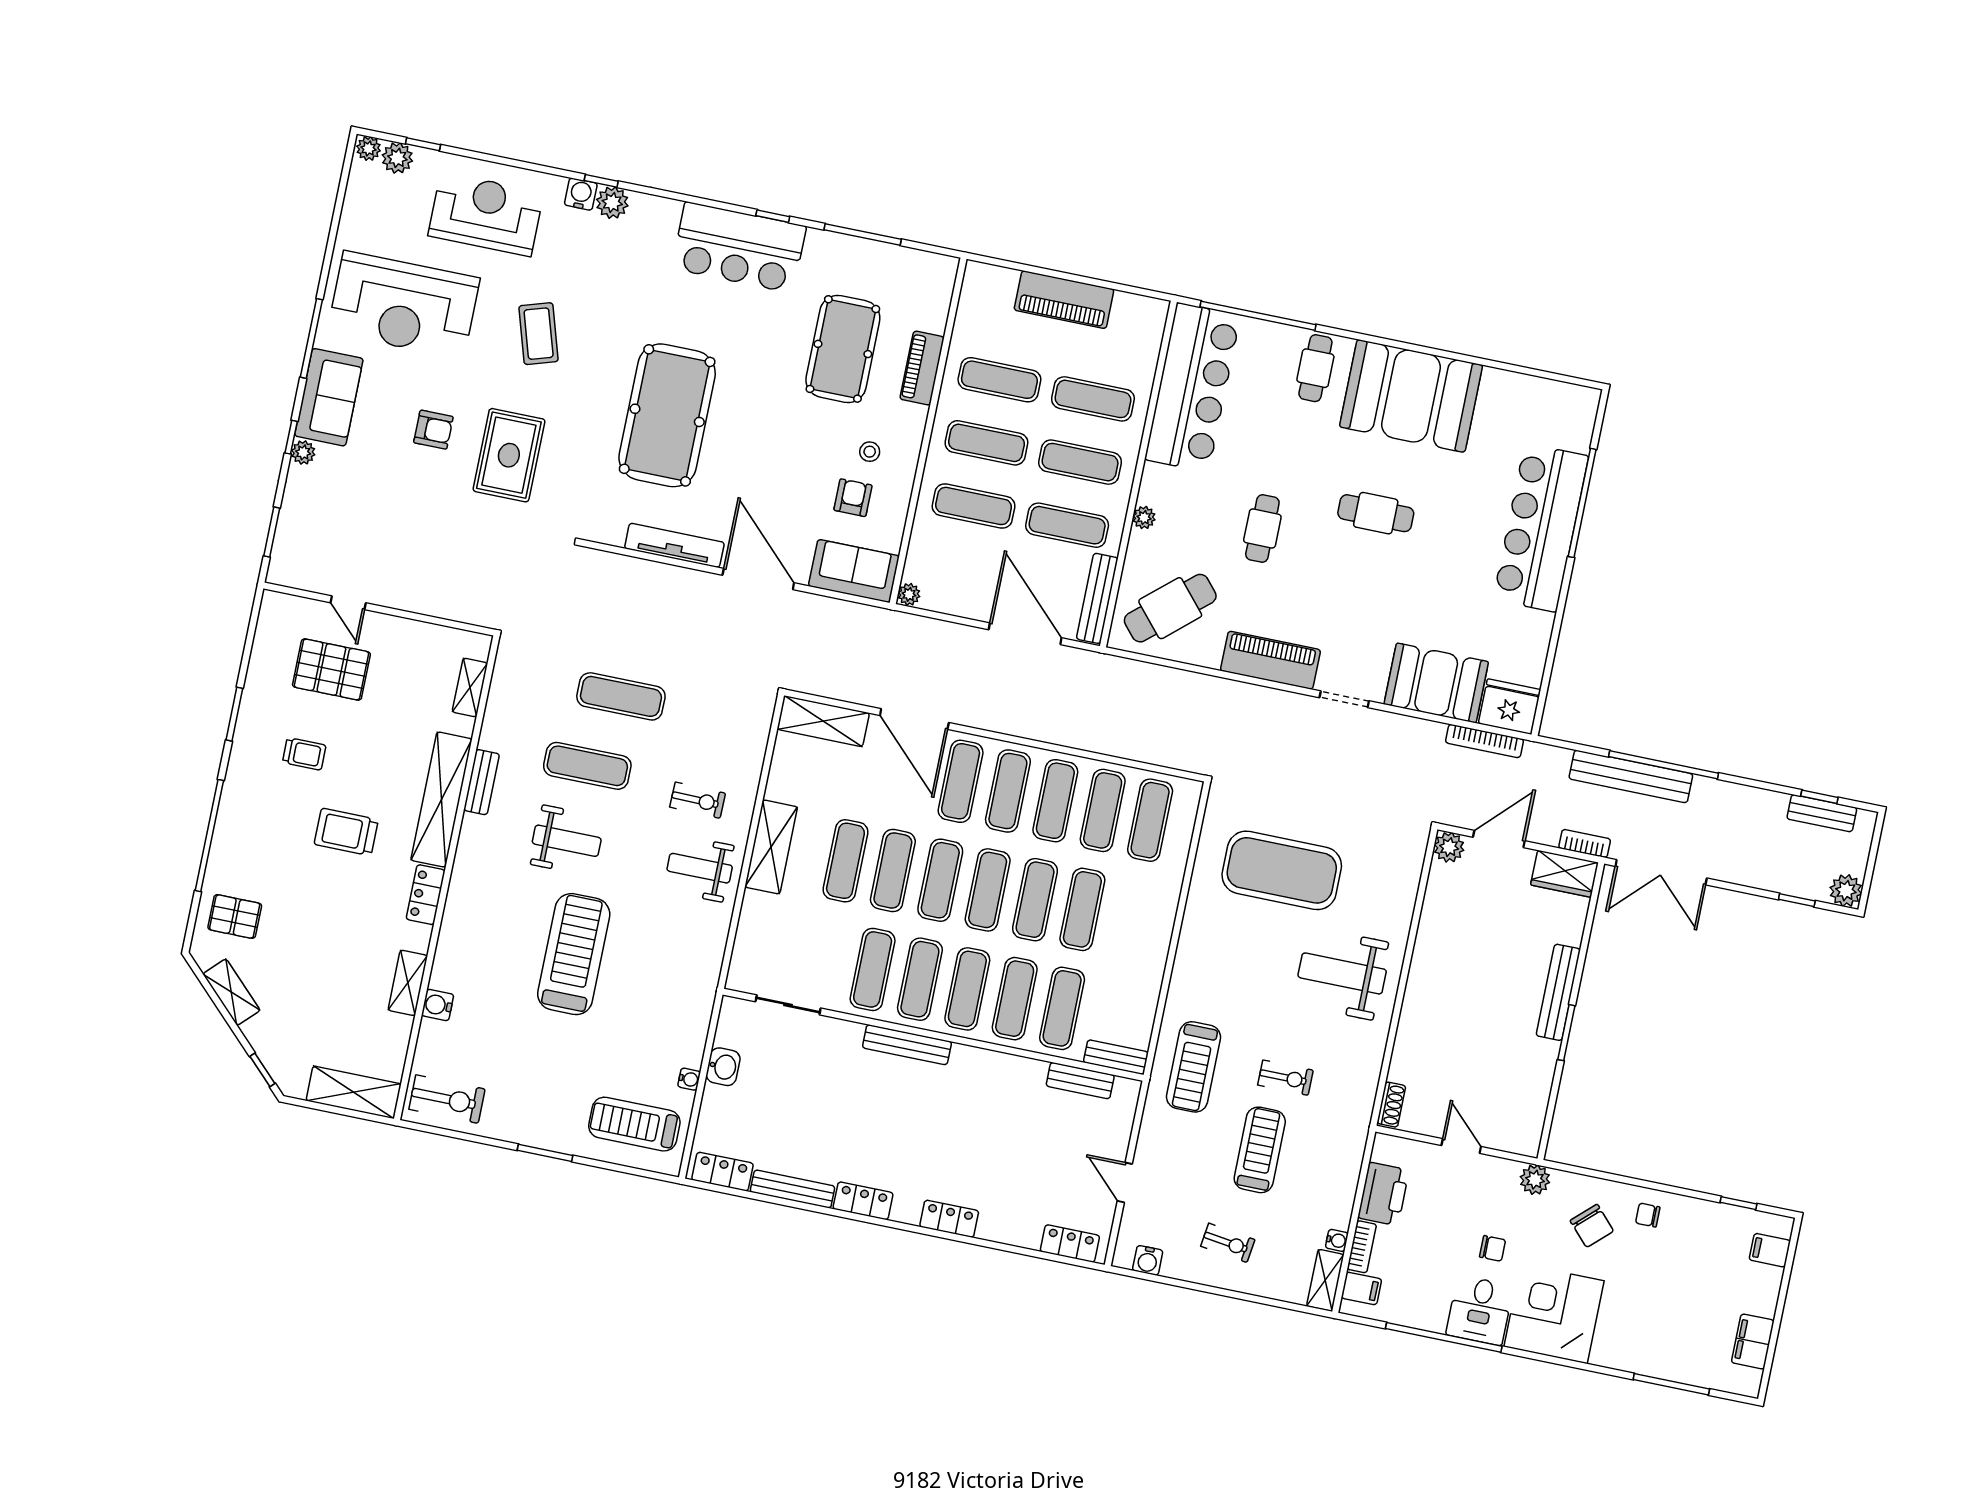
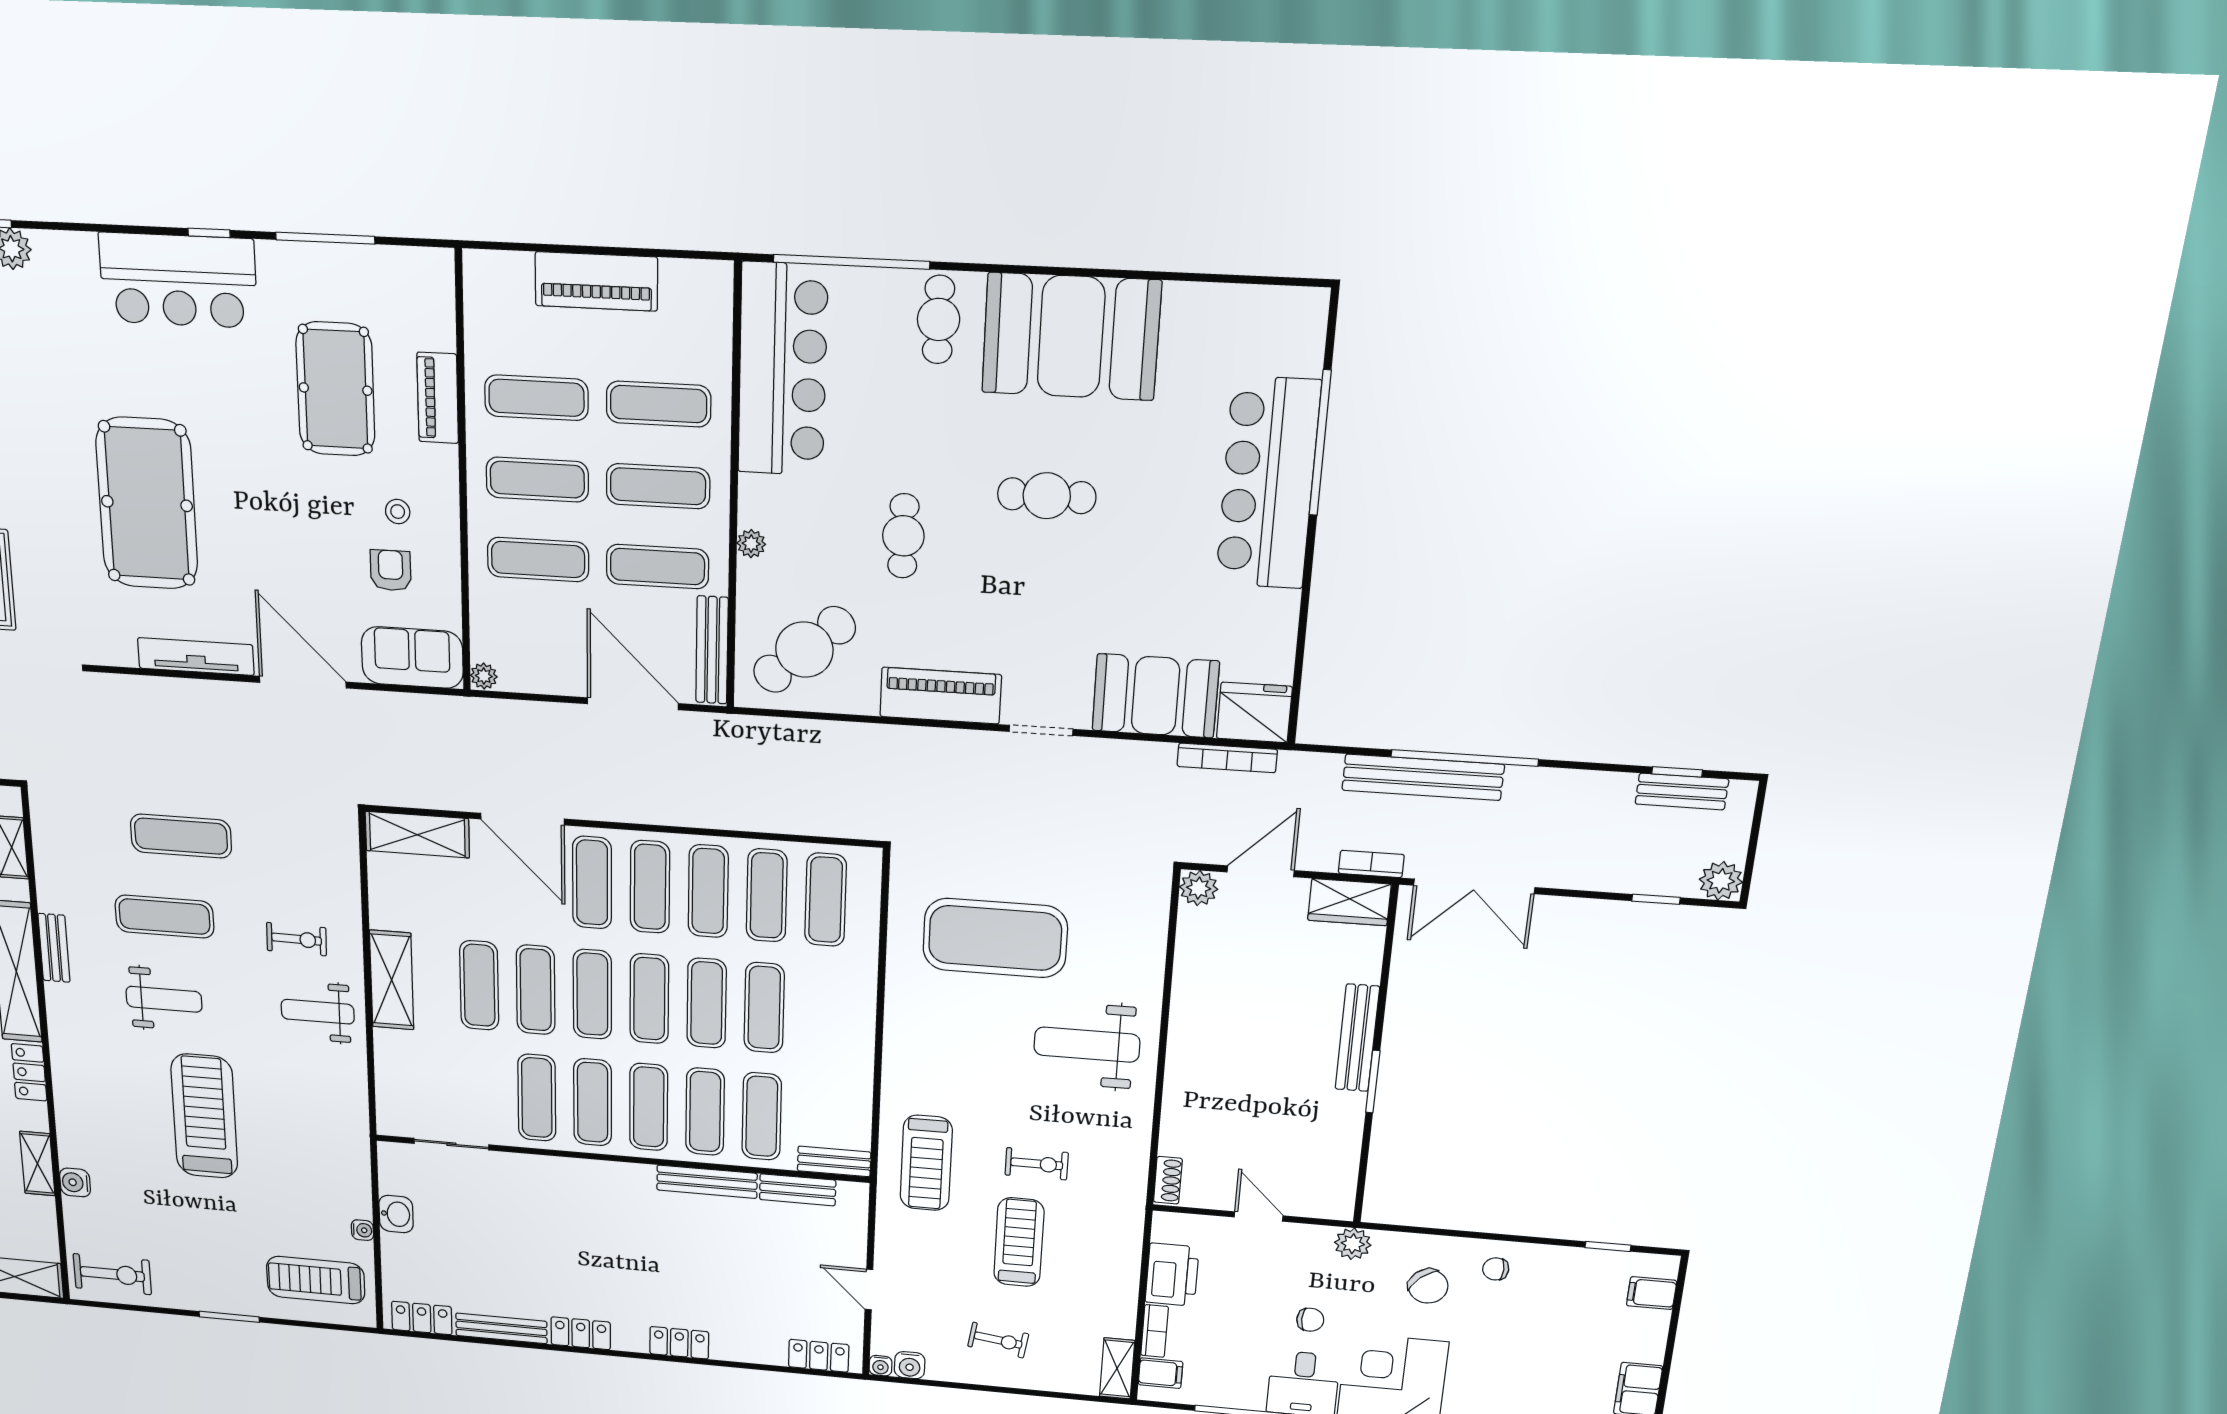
bench: (907, 1045) -> (707, 1182), moved
water cooler: (1337, 1240) -> (881, 1366), moved, turned 90

